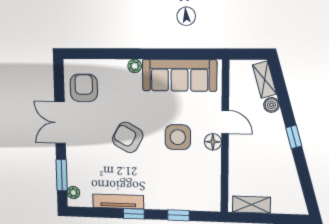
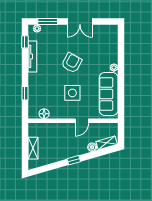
armchair: (84, 88) -> (101, 37), removed
double door: (60, 122) -> (80, 22), swing flipped
floor lamp: (213, 142) -> (44, 114), moved
shelving: (251, 205) -> (33, 148), moved
window: (134, 214) -> (25, 42), moved

